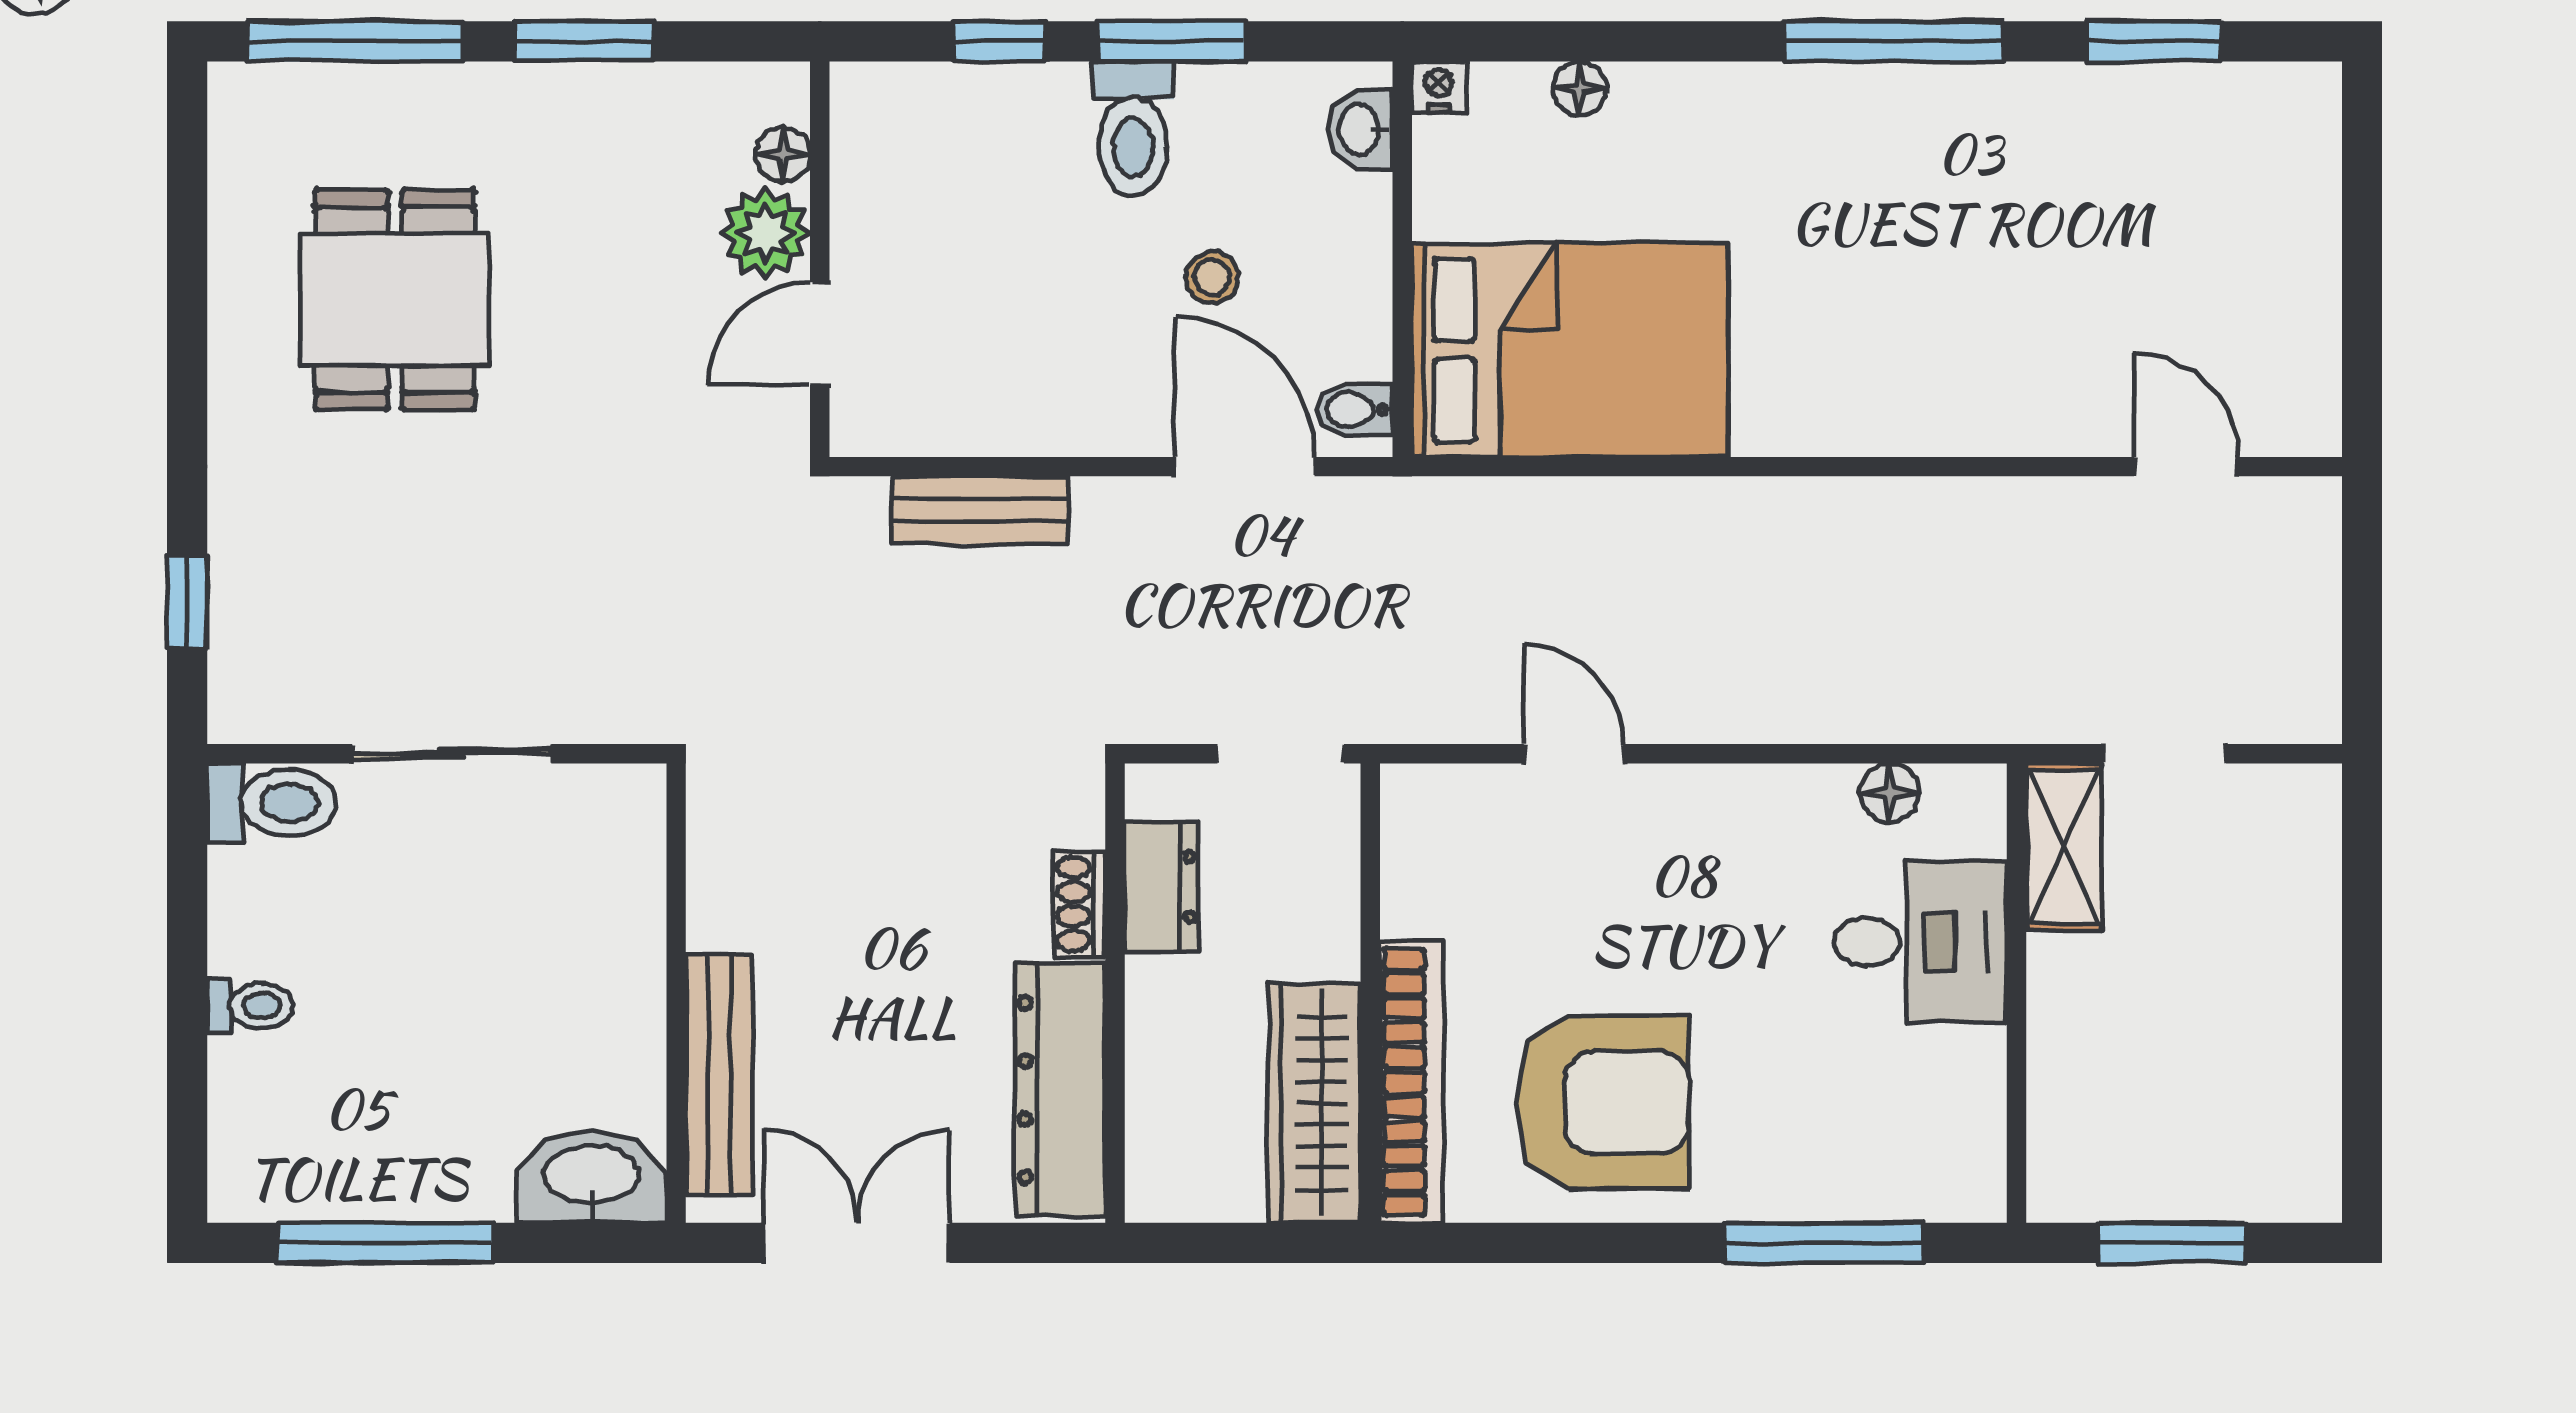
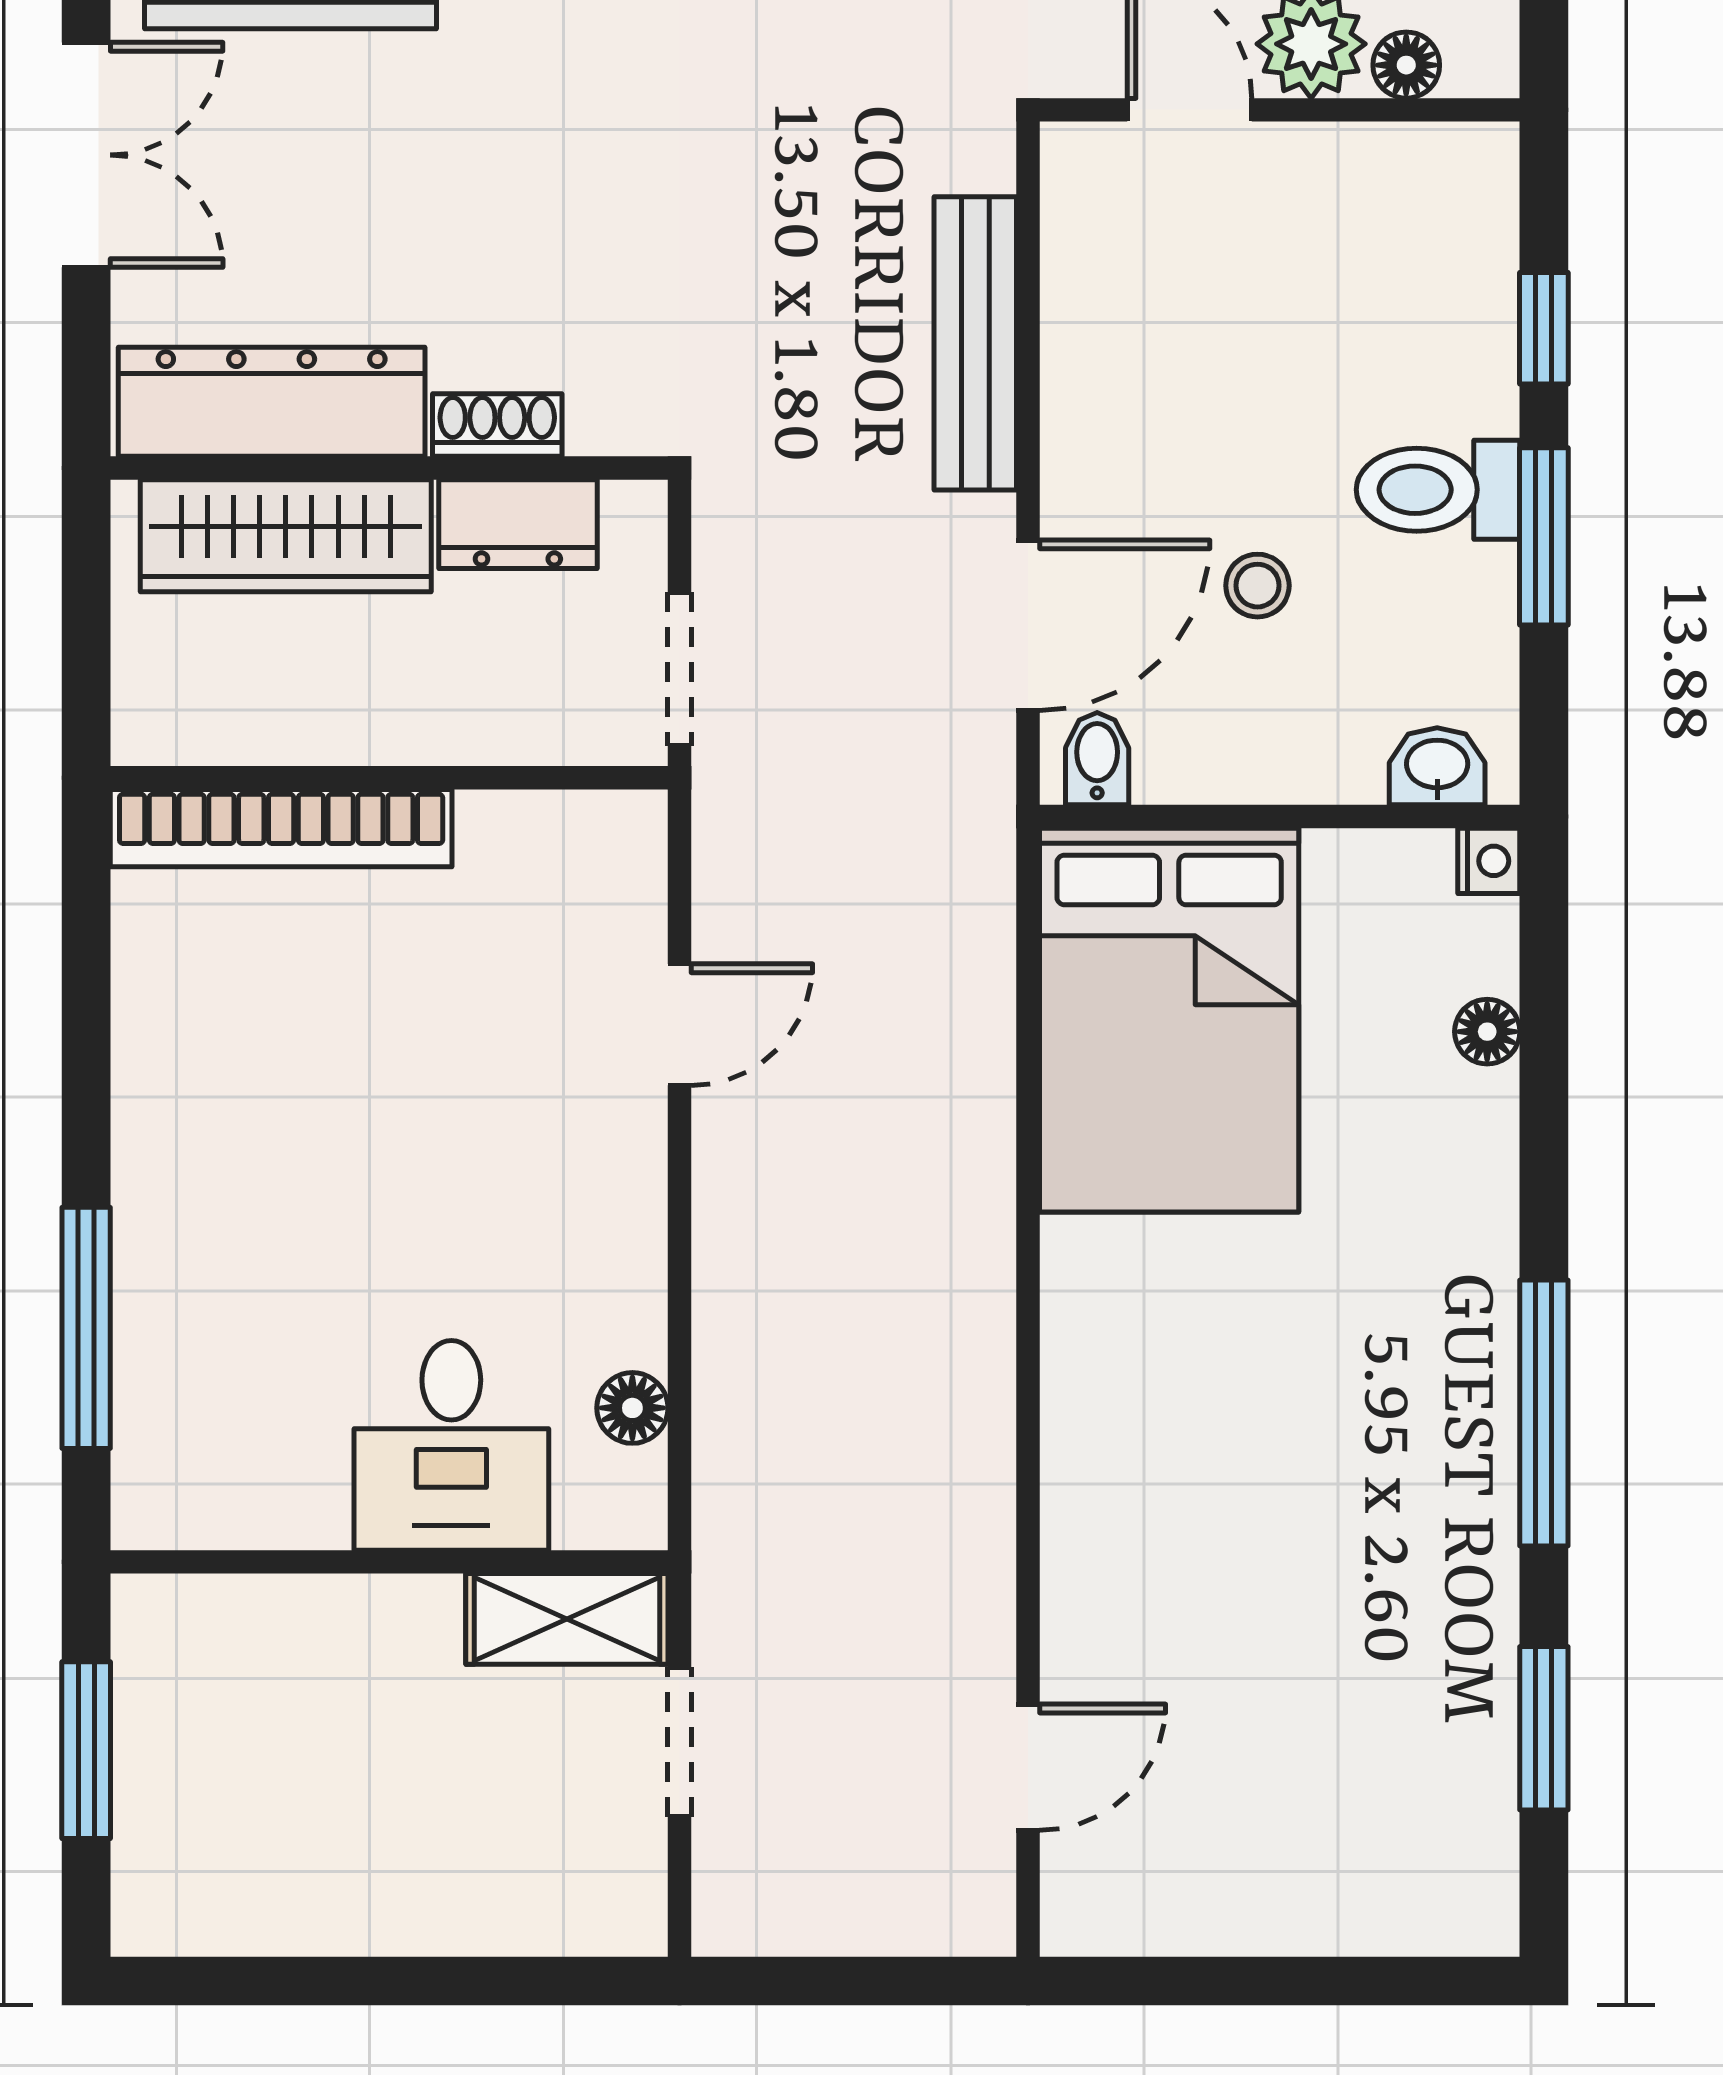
bench: (980, 510) -> (975, 343), width x1.36
armchair: (1602, 1102) -> (256, 1059), removed
wardrobe: (1314, 1103) -> (286, 536), moved, turned 180

